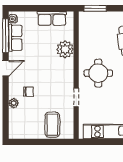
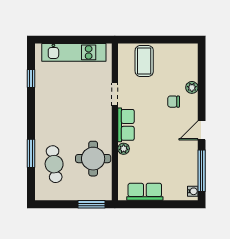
row of seats: (15, 38) -> (126, 125), moved, turned 180
plant: (65, 49) -> (124, 149), width x0.53, depth x0.53
round table: (98, 73) -> (93, 159), moved

